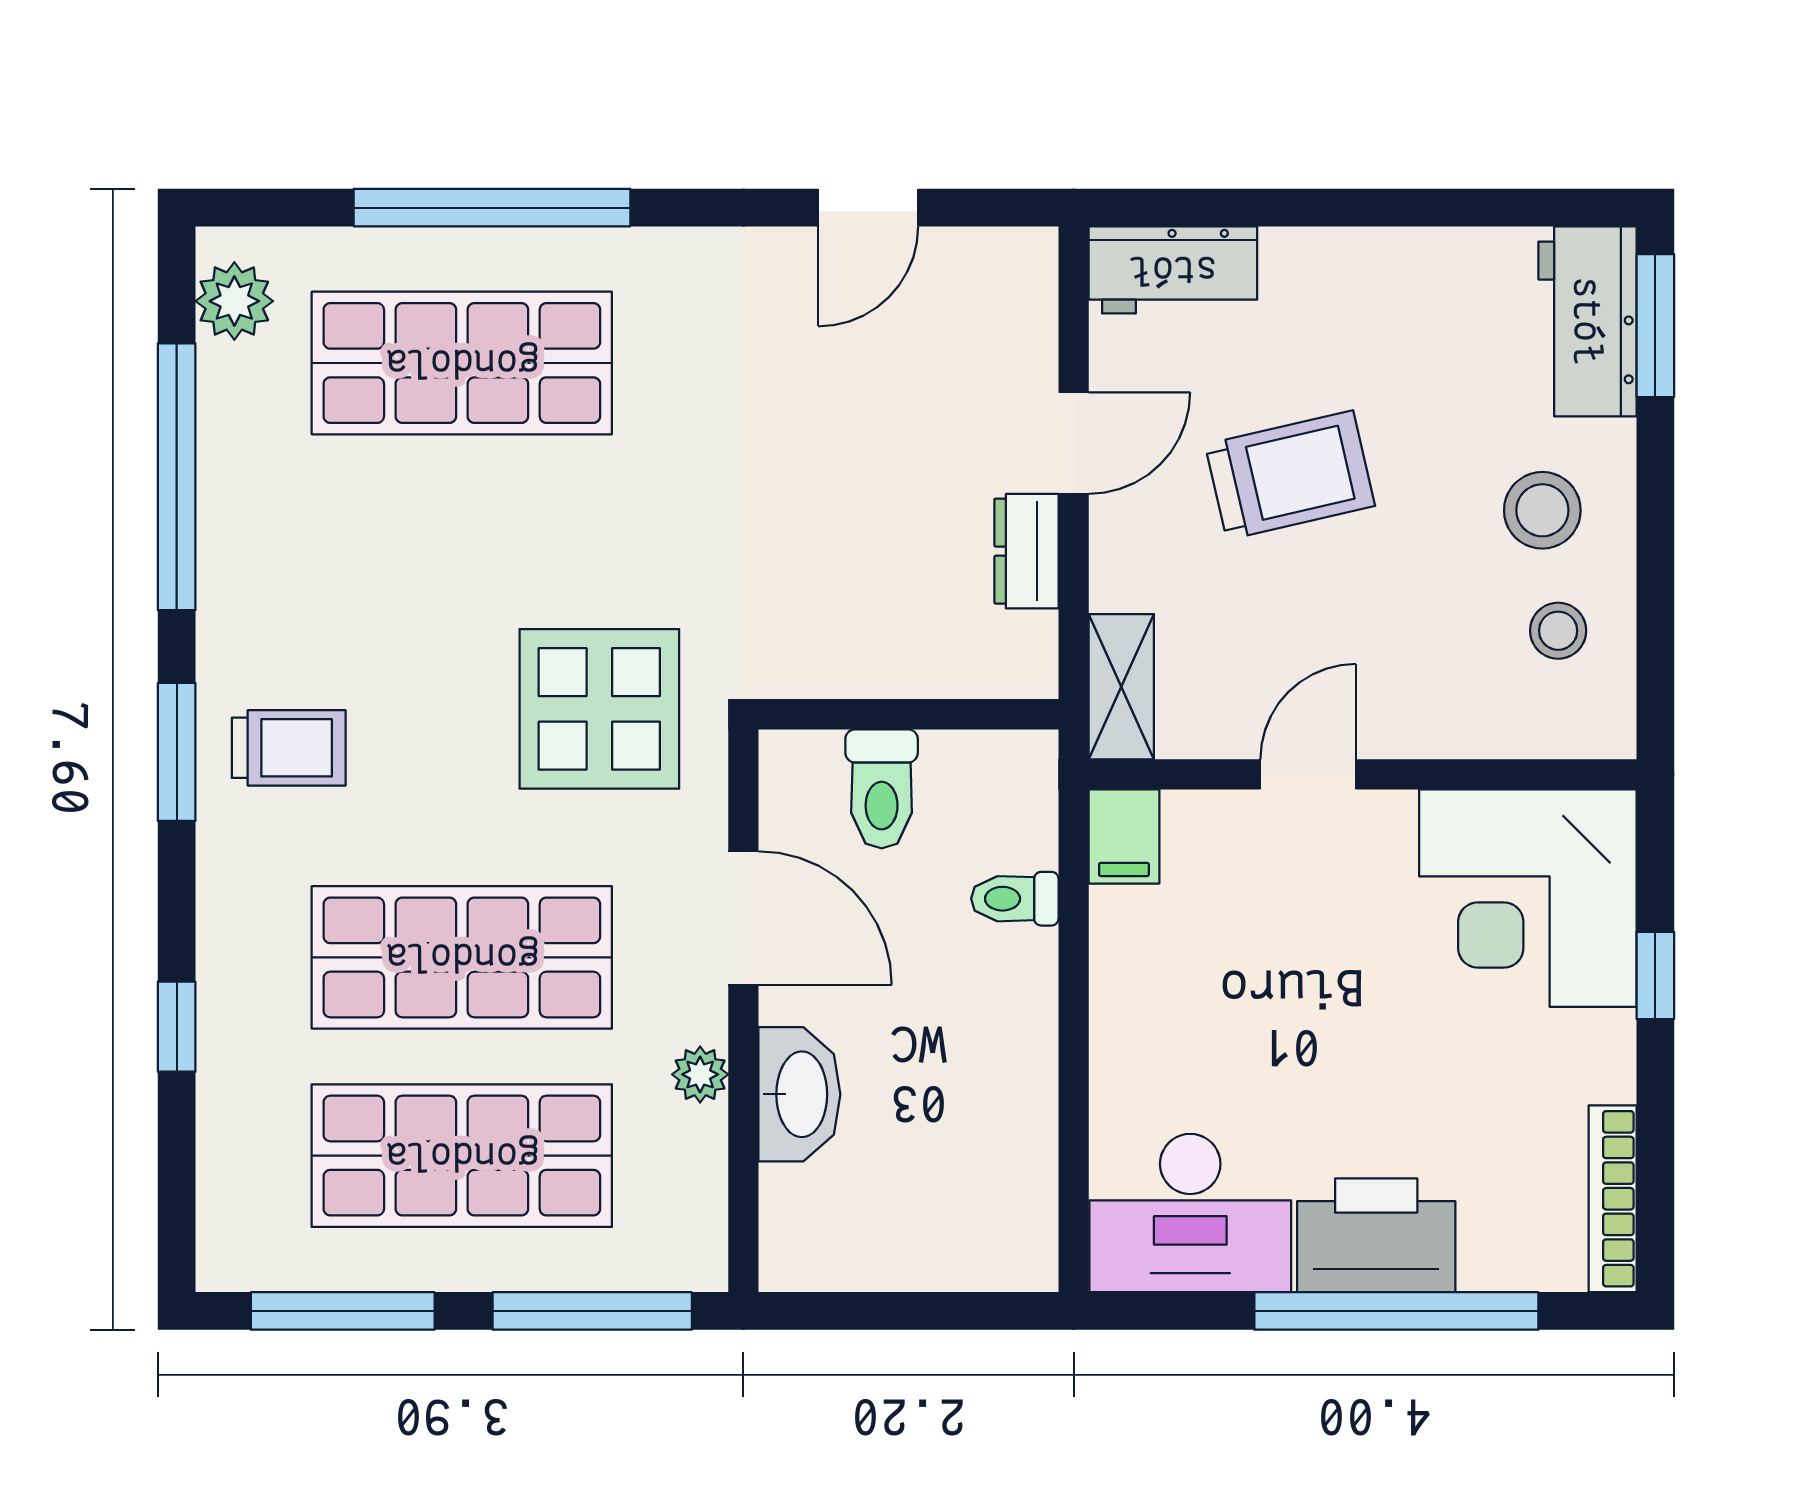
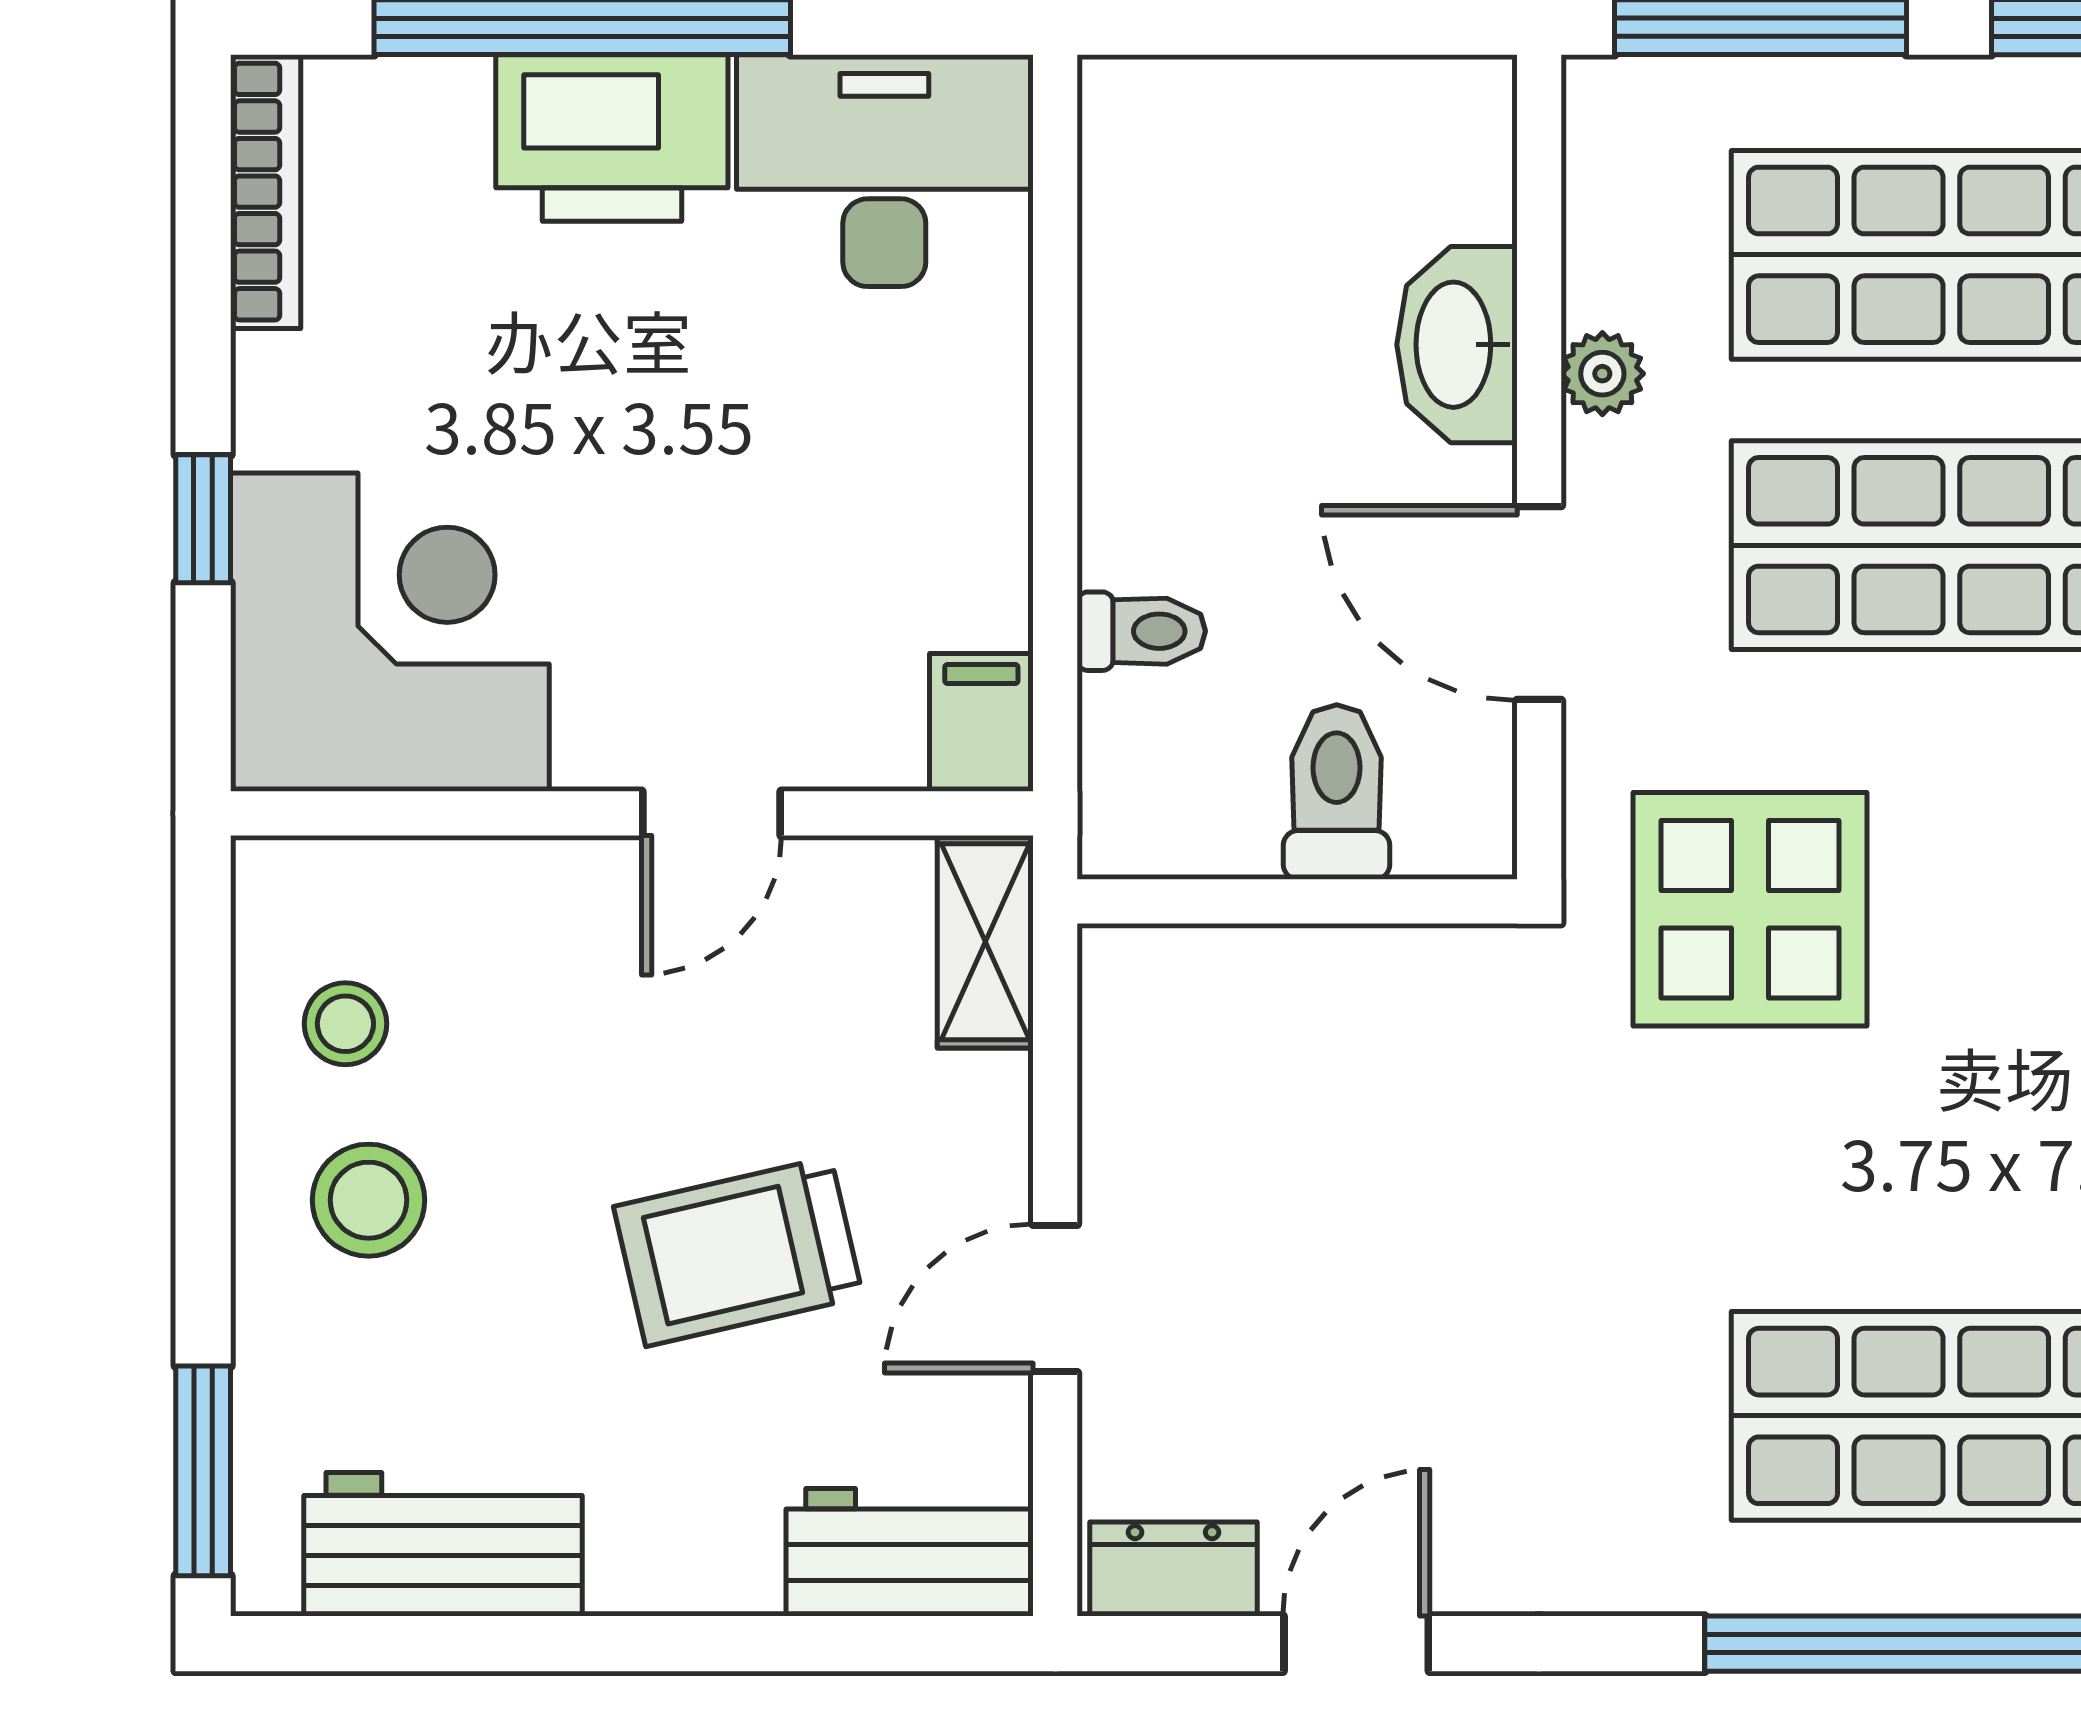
workbench: (1587, 321) -> (443, 1544), moved, turned -90
dresser: (1026, 551) -> (1174, 1569), moved, turned -90

